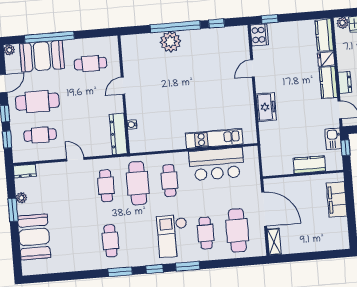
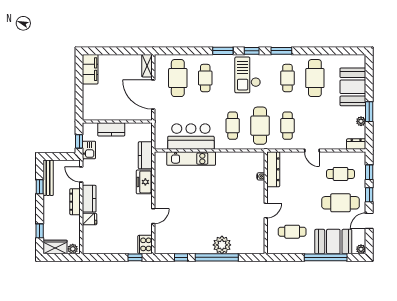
kitchen counter: (324, 35) -> (145, 155), moved, turned 180
dresser: (345, 82) -> (75, 202), width x1.44
filing cabinet: (337, 199) -> (90, 69), moved
checkout: (173, 236) -> (248, 75), moved, turned 180
cafe table: (79, 243) -> (315, 78), added

